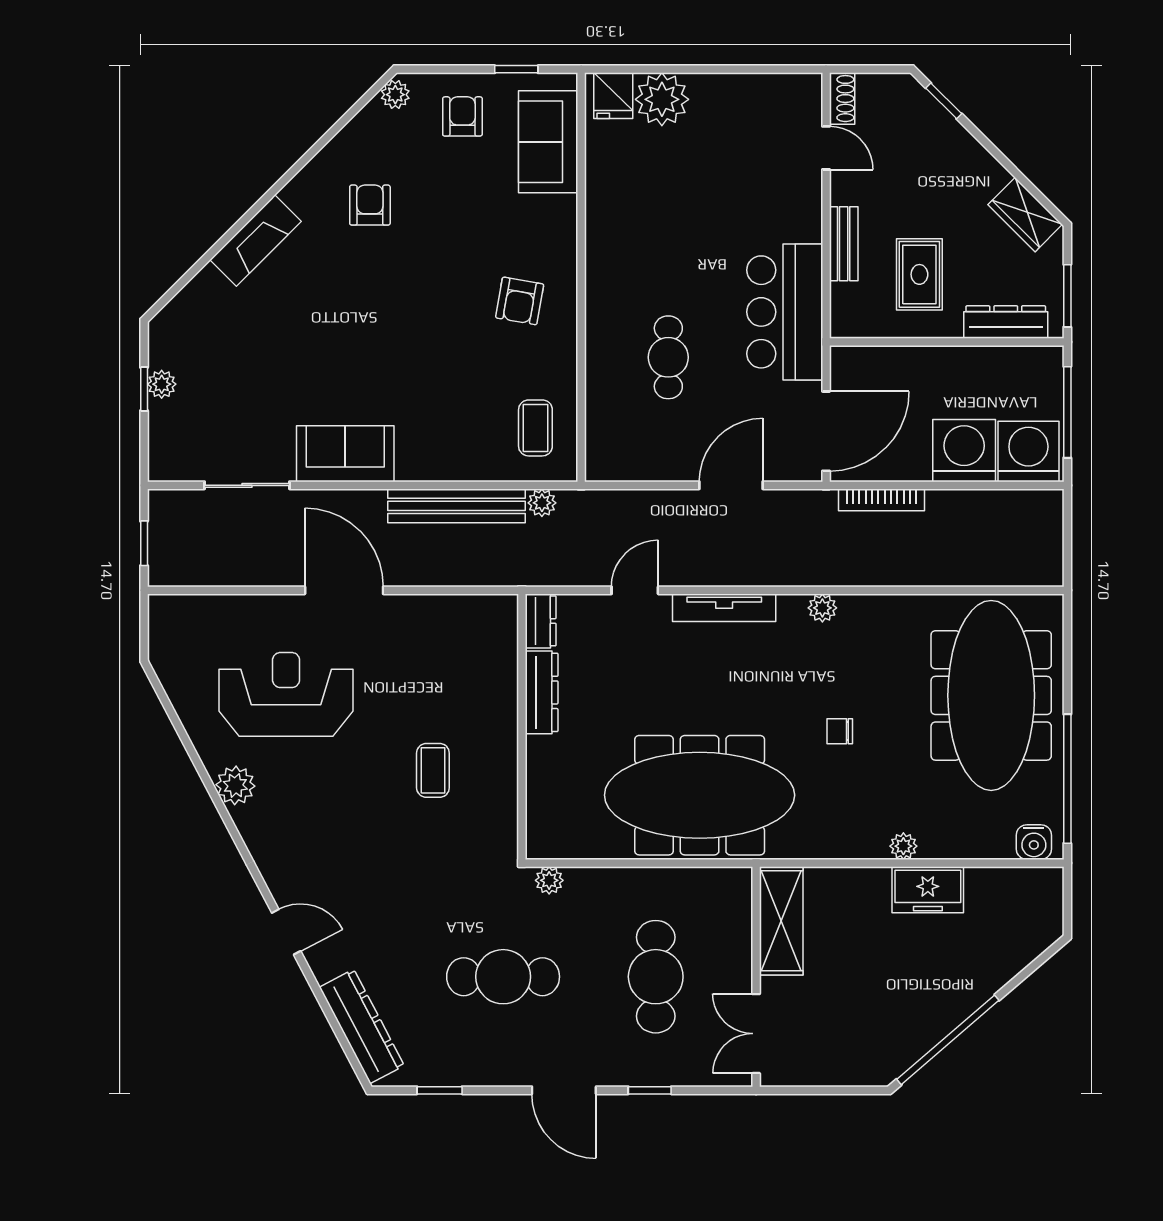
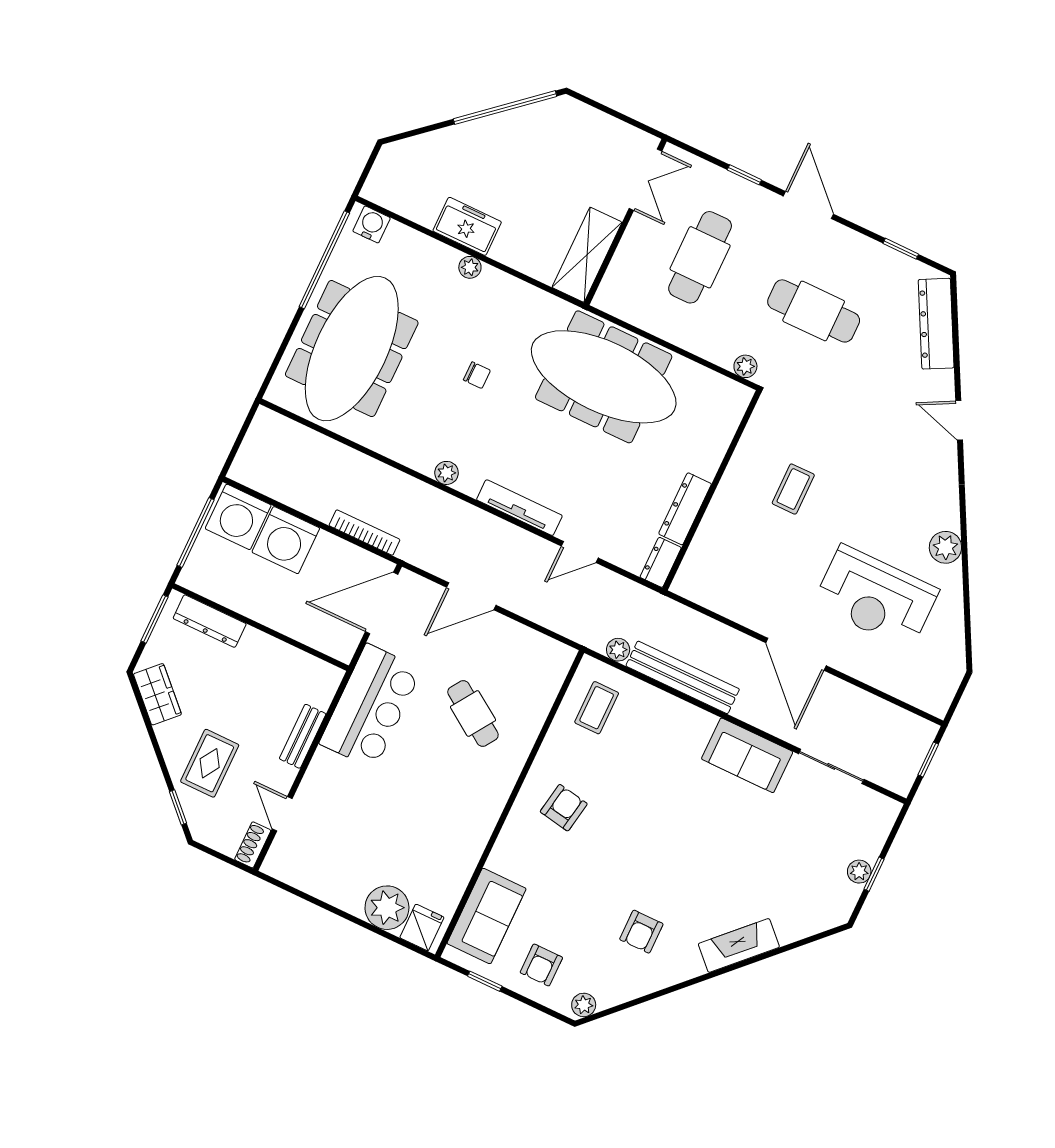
rug: (919, 274) -> (210, 763), moved
cafe table: (668, 357) -> (473, 713), turned -56

